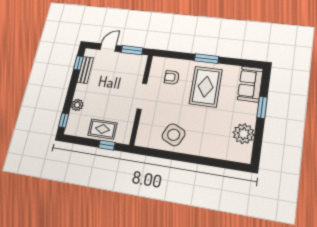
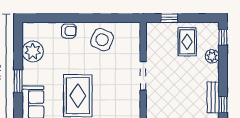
armchair: (172, 77) -> (69, 31), moved
rug: (103, 129) -> (187, 42), moved, turned 90

